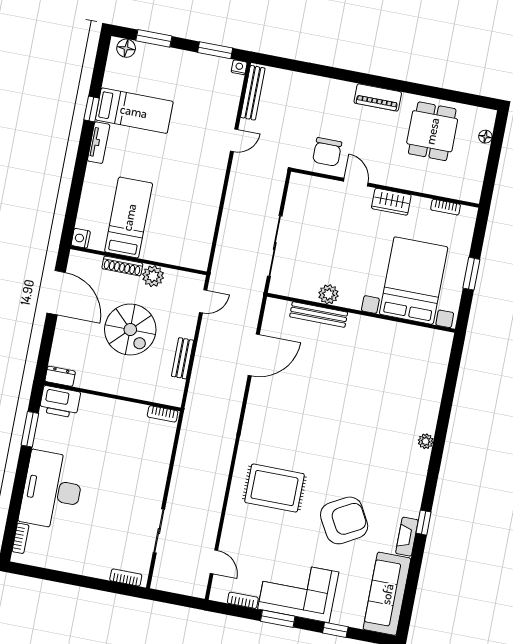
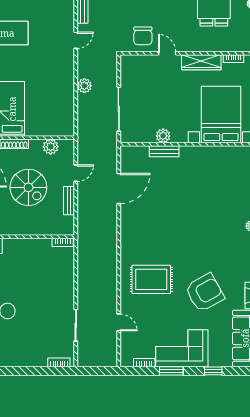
wardrobe: (391, 202) -> (201, 62), width x1.50
plant: (234, 205) -> (84, 86), added
plant: (153, 276) -> (51, 147), moved
door: (203, 301) -> (76, 173), moved
bench: (319, 314) -> (164, 151), width x0.73
door: (214, 562) -> (119, 322), moved

